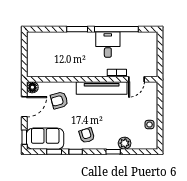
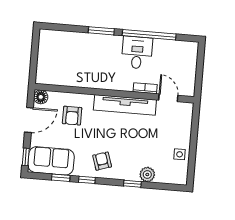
door: (136, 79) -> (168, 98), swing flipped
armchair: (59, 100) -> (72, 116), turned -75

